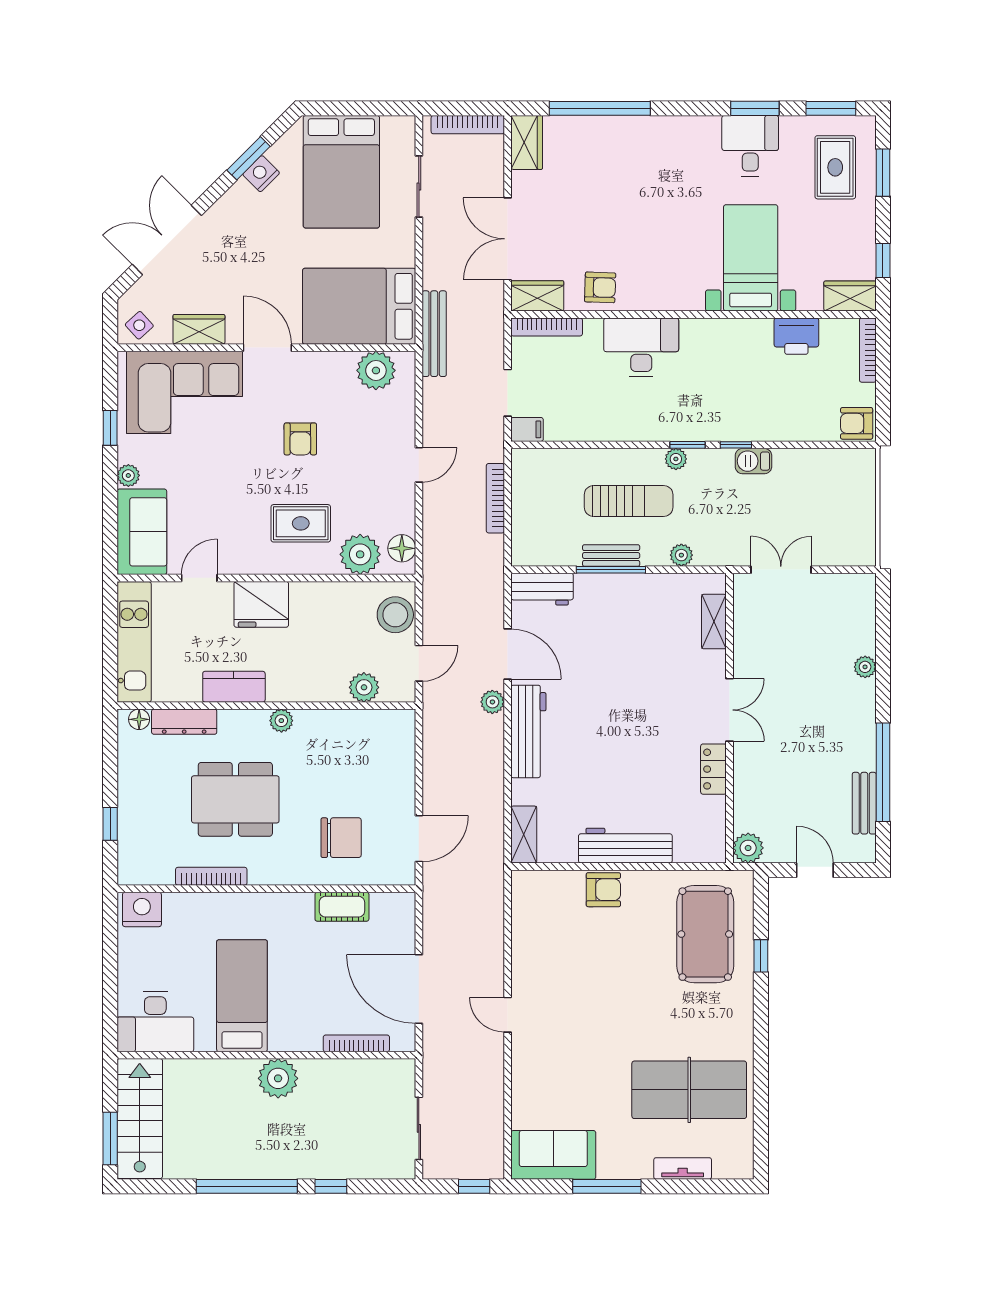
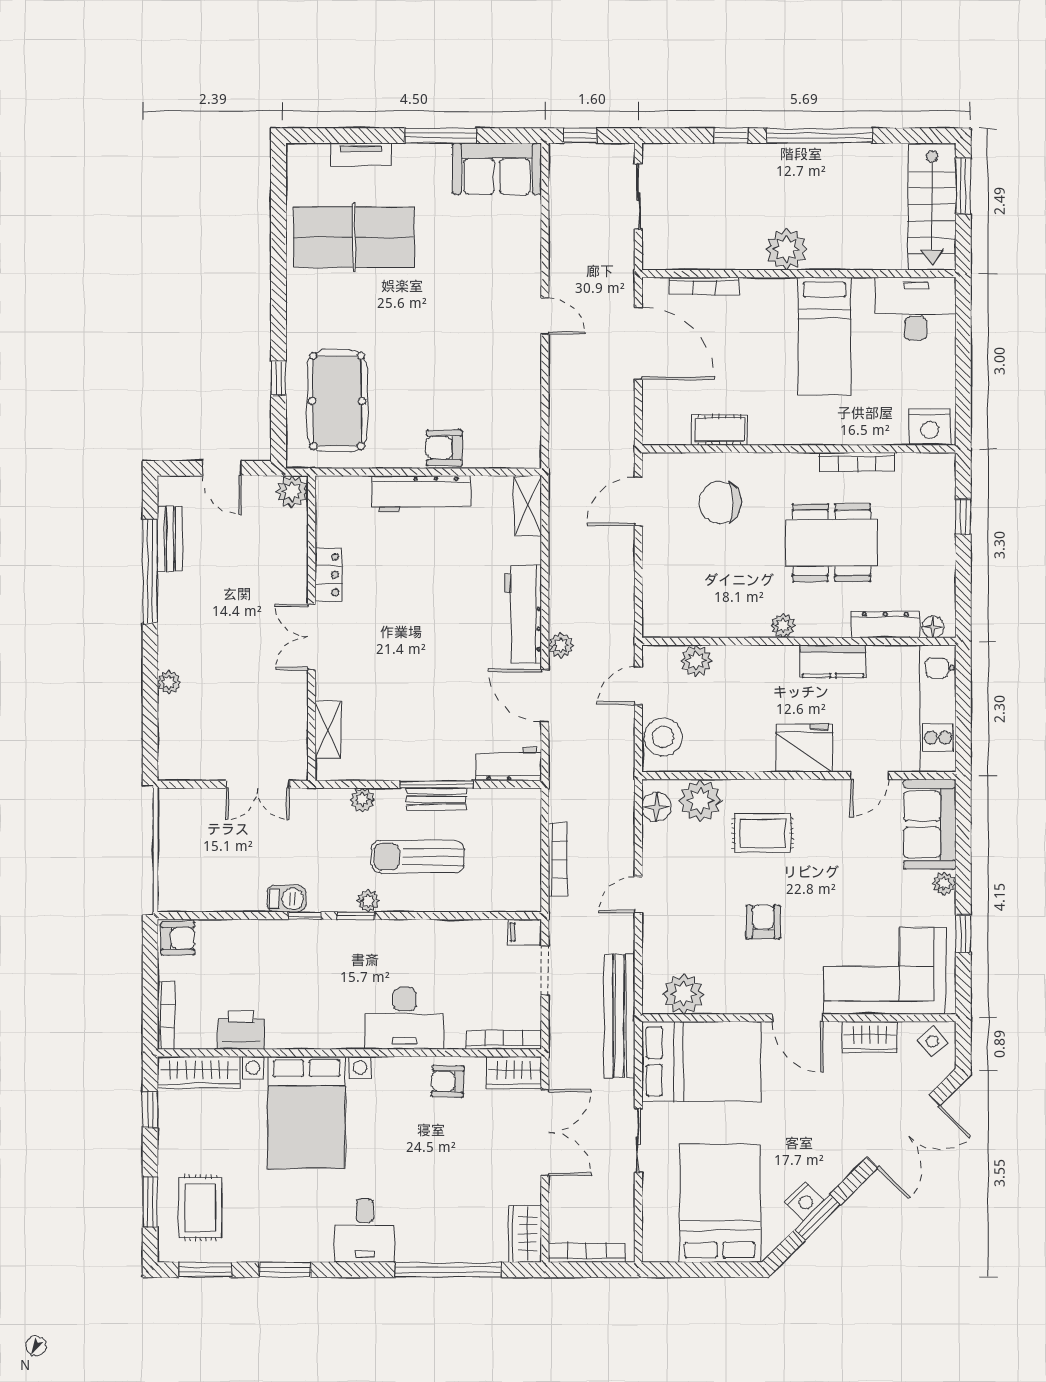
desk: (750, 146) -> (365, 1230), moved
sliding door: (419, 186) -> (638, 1140), moved
bed with nightstands: (751, 258) -> (306, 1112), width x1.36
wardrobe: (850, 296) -> (199, 1072), width x1.50
bench: (434, 334) -> (620, 1016), width x1.37, depth x1.21

